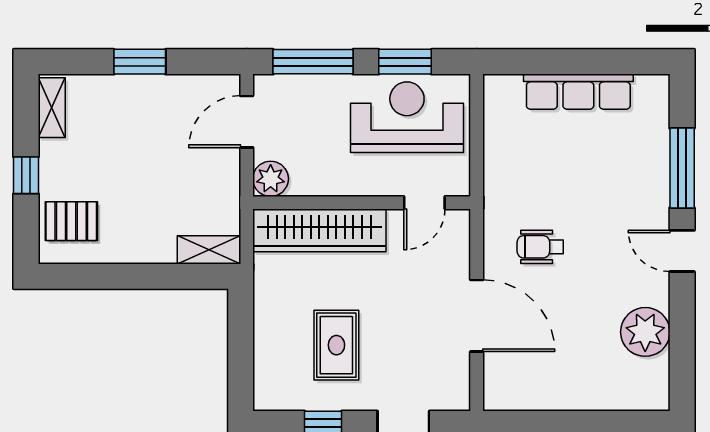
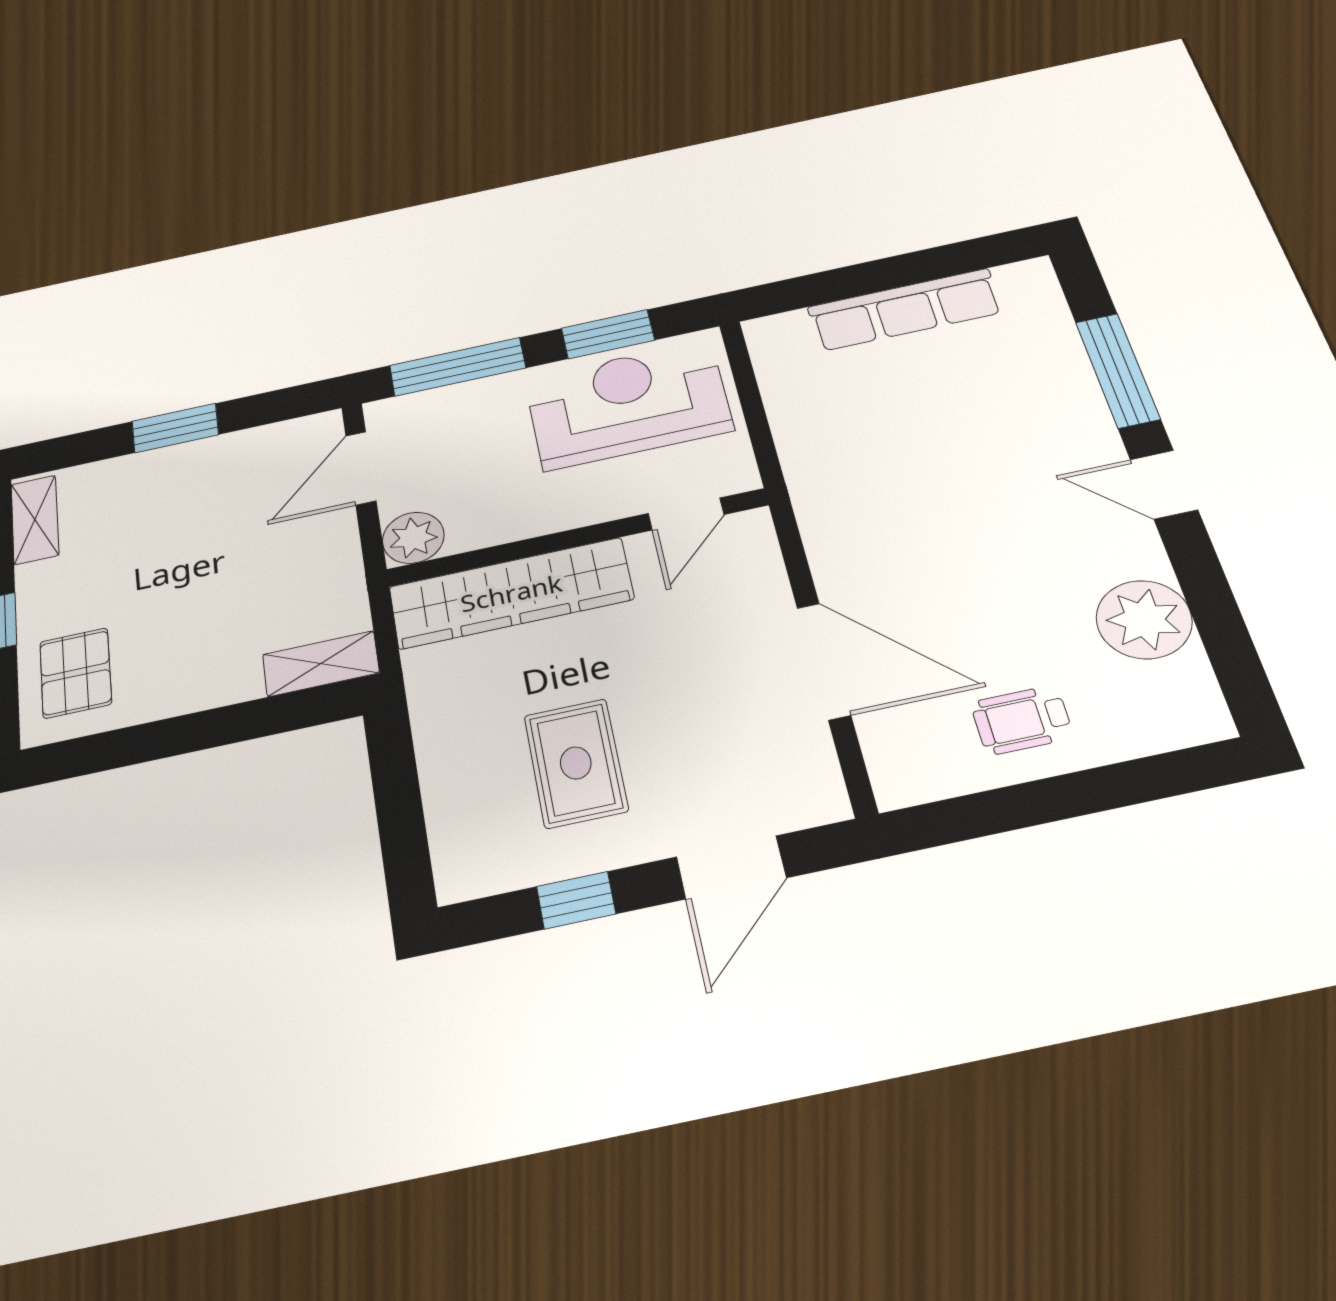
pallet: (71, 221) -> (76, 673), turned 90
wheelchair: (540, 247) -> (1022, 720), moved

